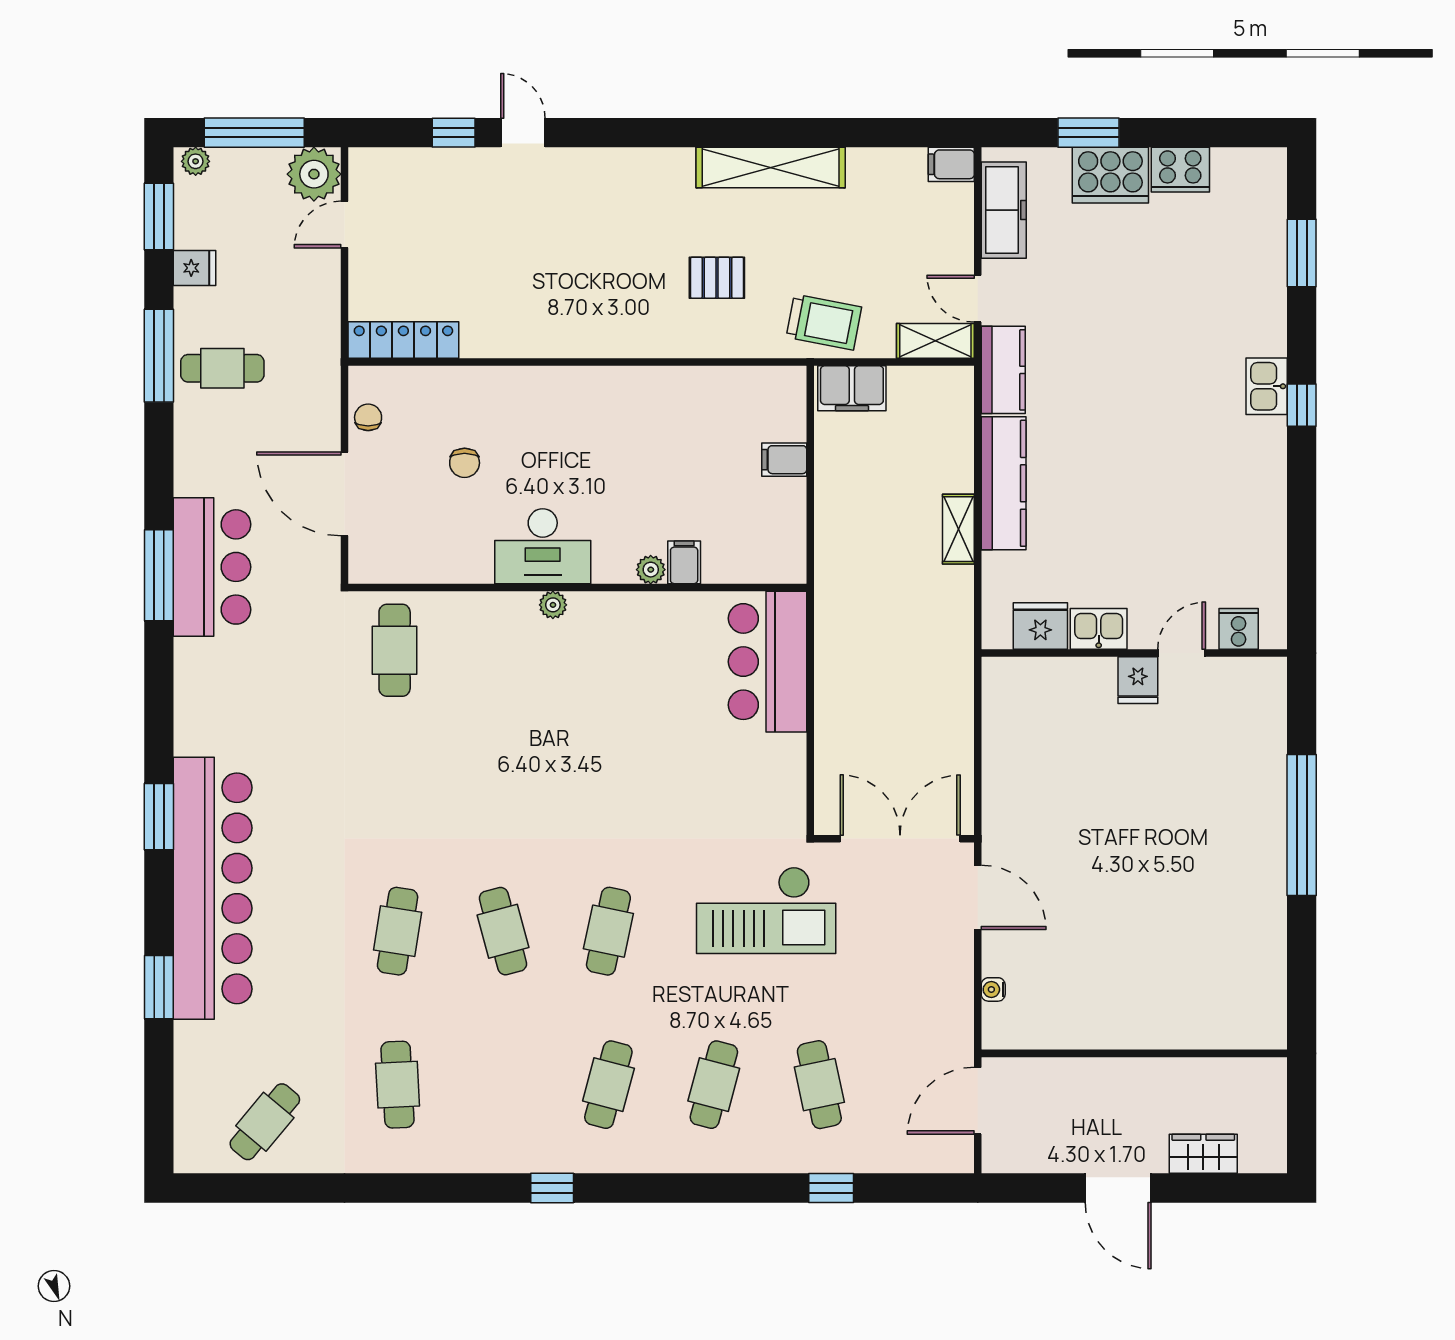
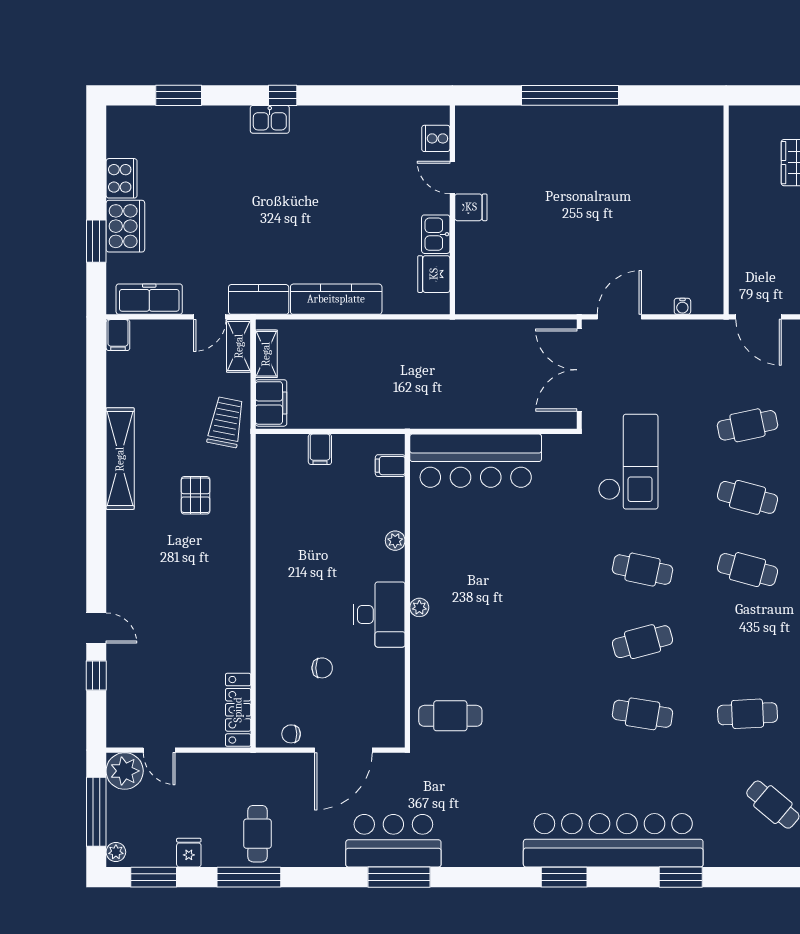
door: (523, 133) -> (96, 628), swing flipped
shelving: (958, 529) -> (266, 354), moved, turned 90
filing cabinet: (684, 562) -> (390, 466), moved
bar counter: (768, 662) -> (476, 461), width x1.36

